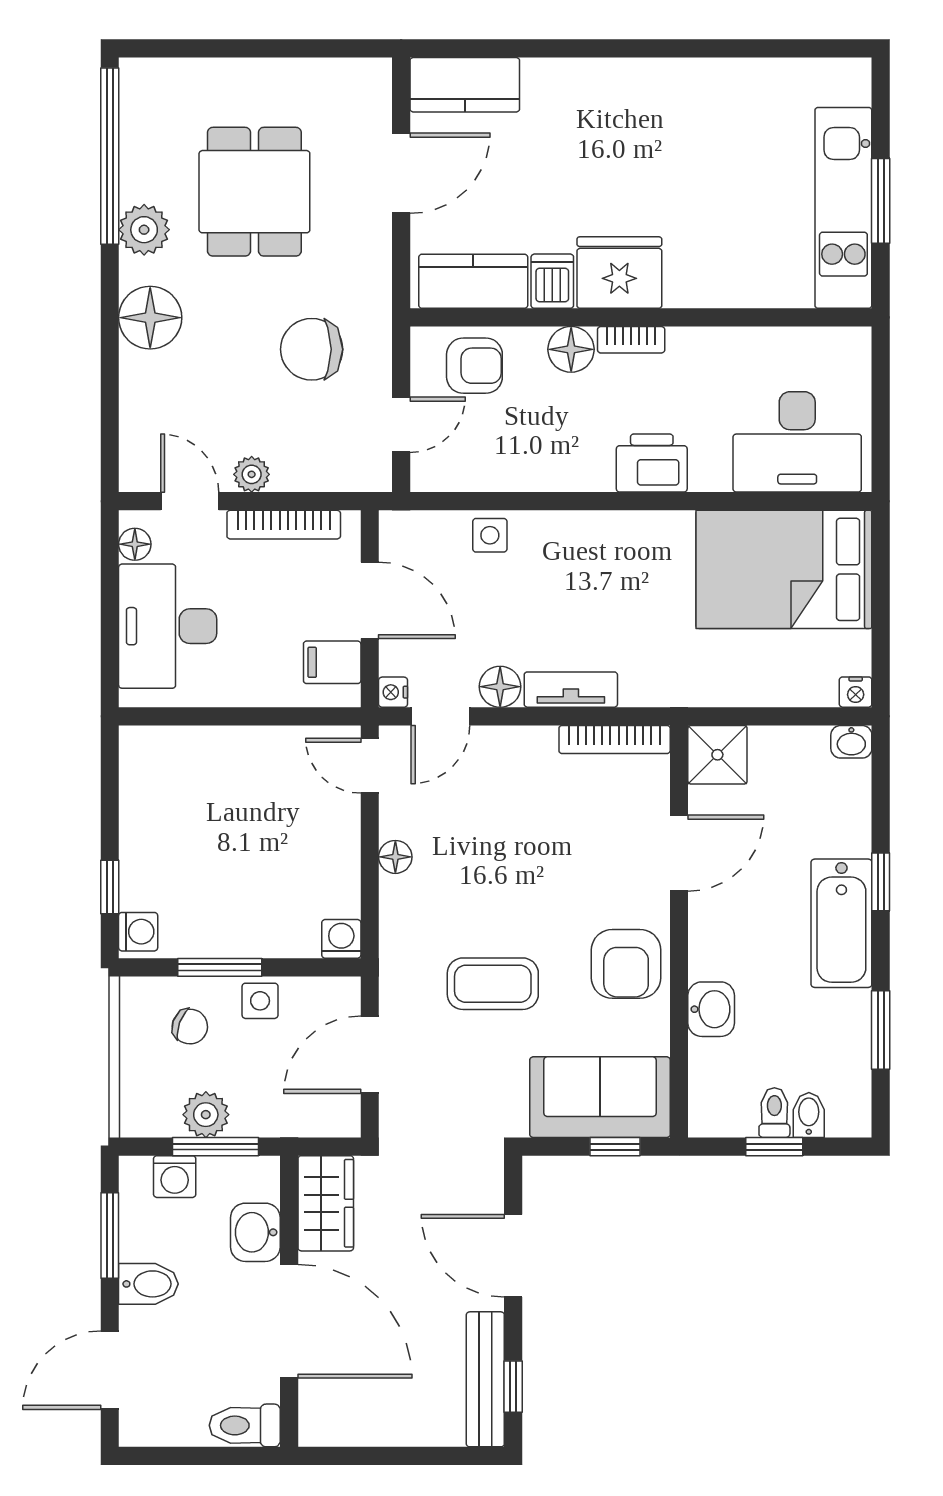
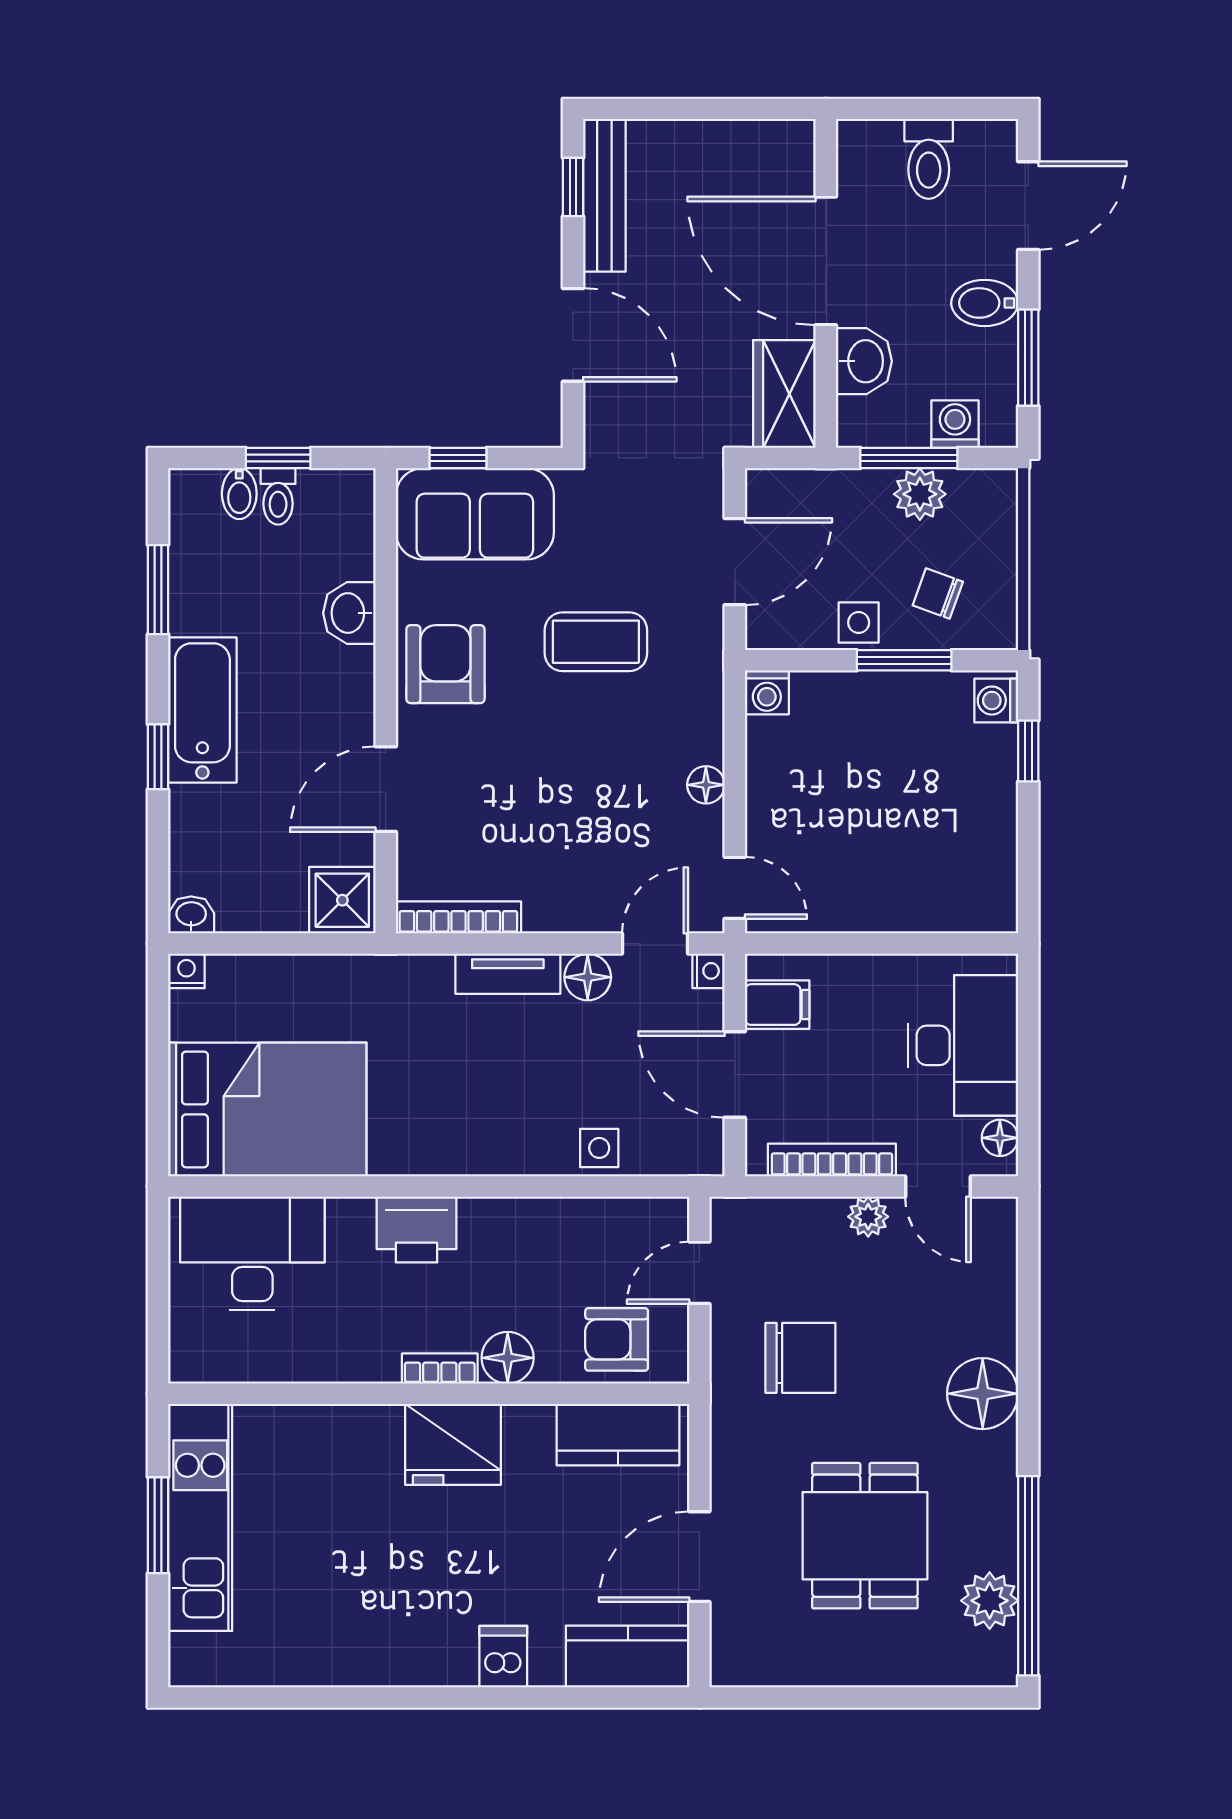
plant: (144, 230) -> (990, 1601), moved
dishwasher: (552, 281) -> (503, 1657), moved, turned 180
toilet: (245, 1425) -> (929, 159), moved, turned 90

